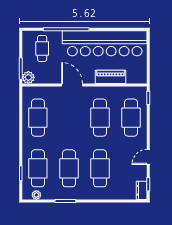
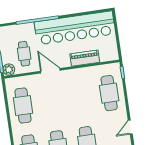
cafe table: (42, 48) -> (24, 54), moved
cafe table: (100, 118) -> (80, 97), removed

